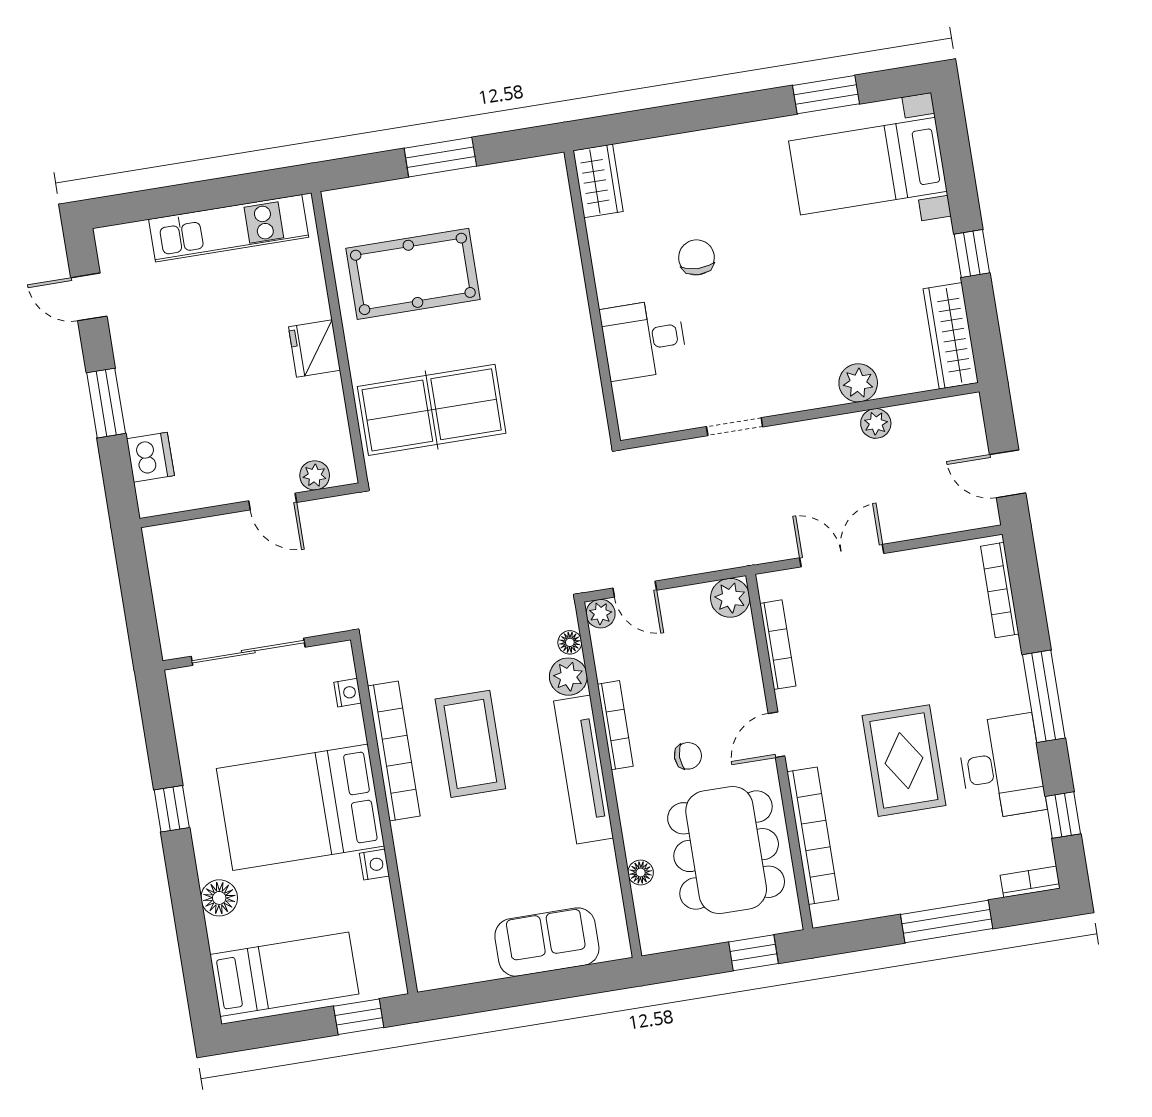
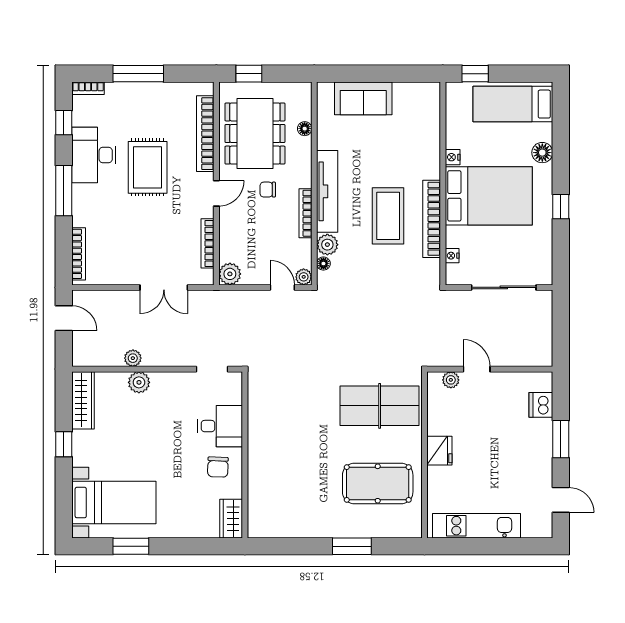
wardrobe: (598, 181) -> (231, 519), moved
wall: (592, 296) -> (245, 455), moved
desk: (644, 339) -> (220, 426), moved

